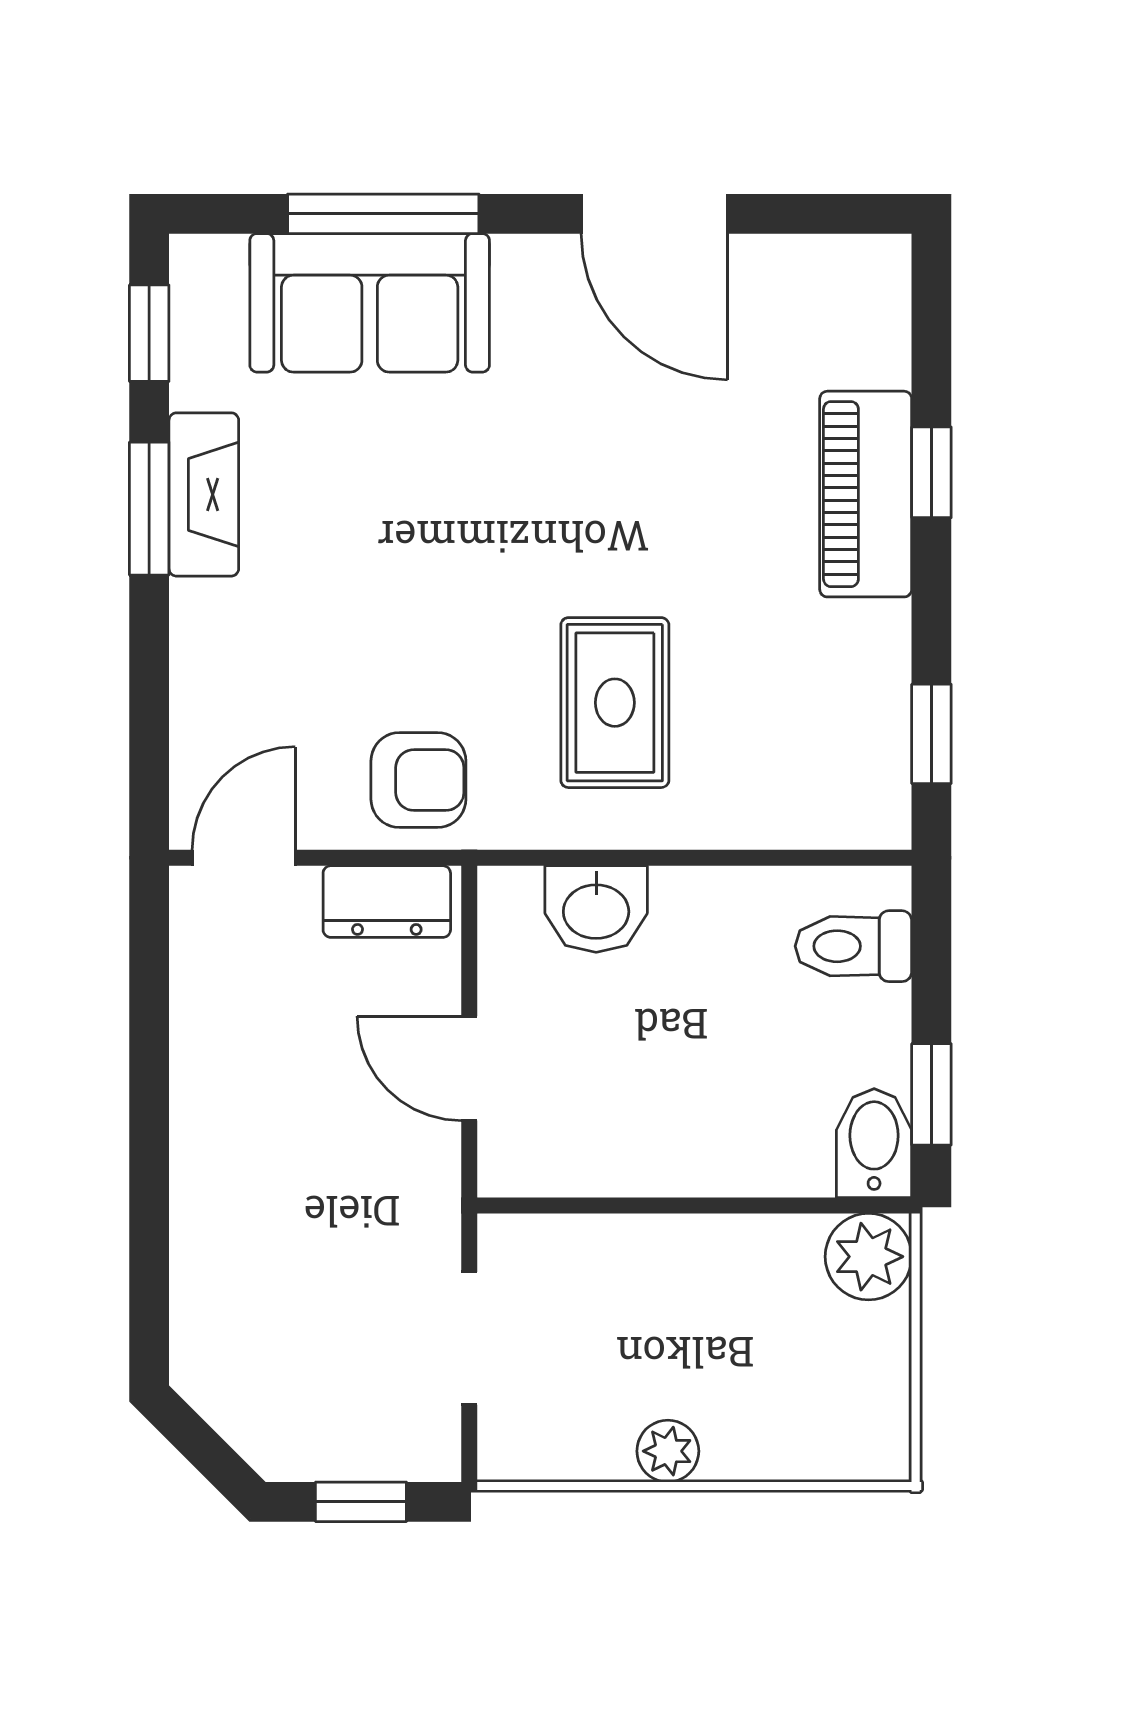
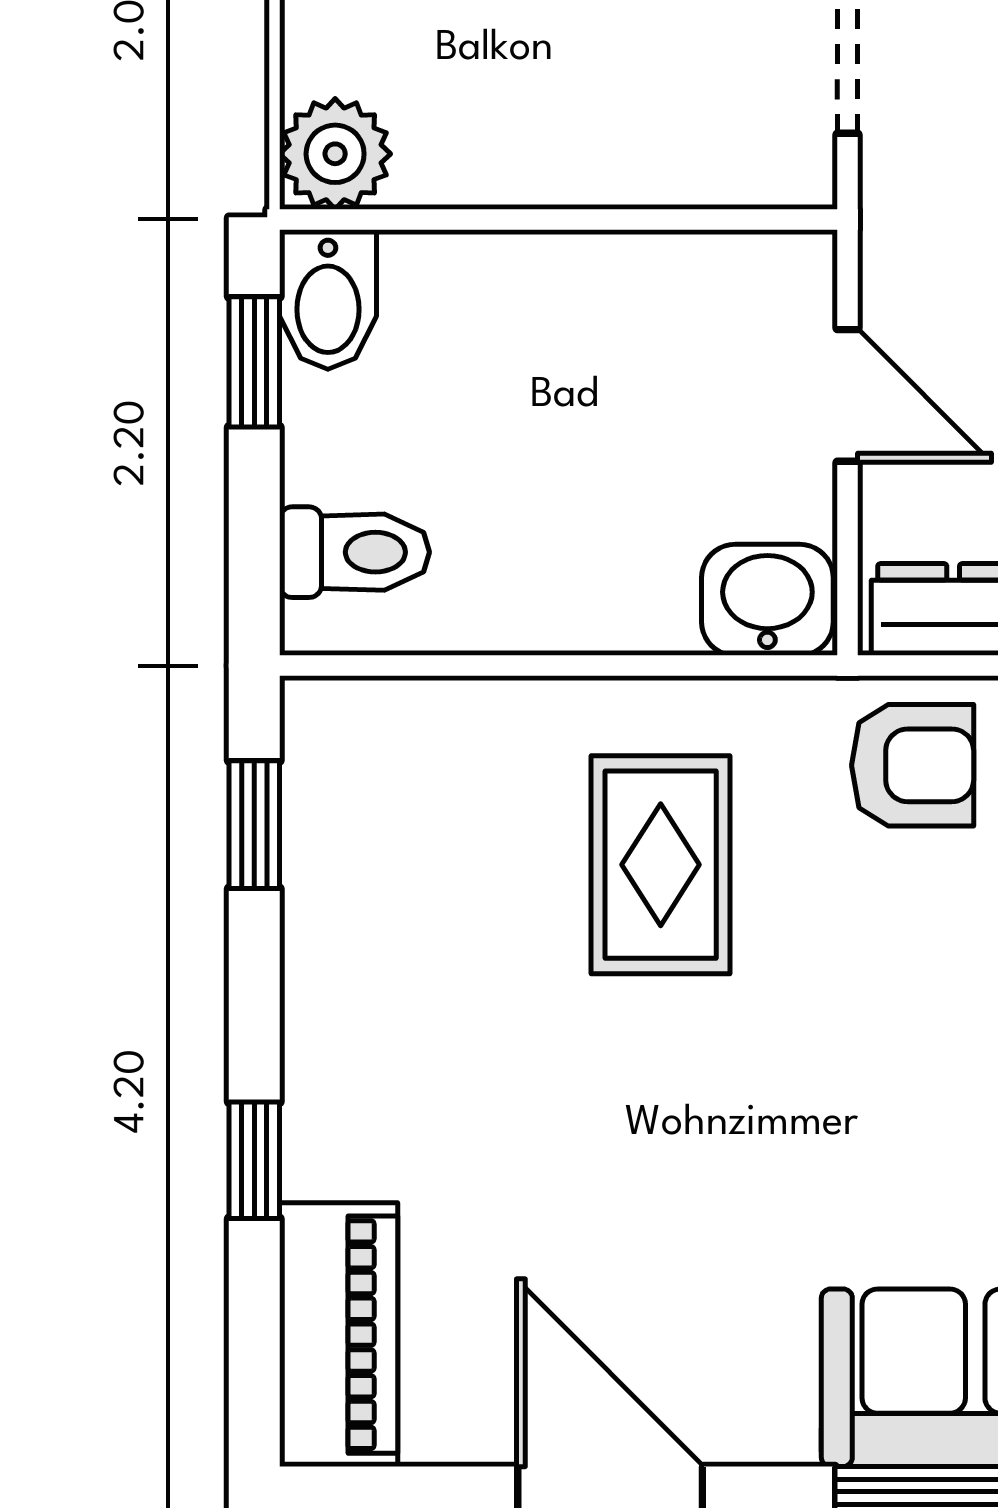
piano: (866, 494) -> (339, 1335), moved
armchair: (418, 780) -> (913, 765), turned 180
washbasin: (596, 909) -> (767, 600), moved

